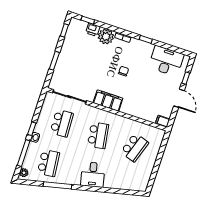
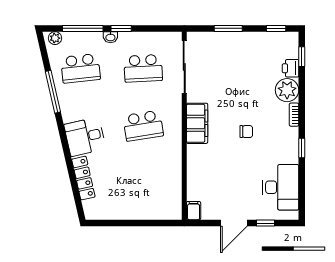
school desk: (135, 147) -> (143, 183), removed
locker: (119, 184) -> (83, 178), added

